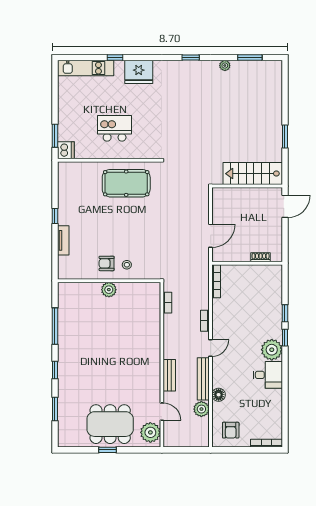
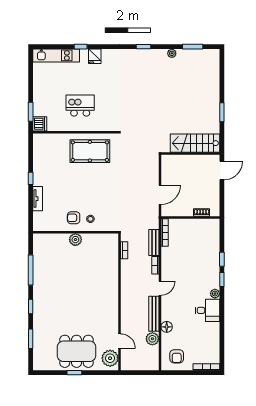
fridge: (139, 72) -> (95, 56), width x0.53, depth x0.75
plant: (272, 350) -> (215, 294), width x0.53, depth x0.53
bench: (169, 375) -> (154, 242), moved

